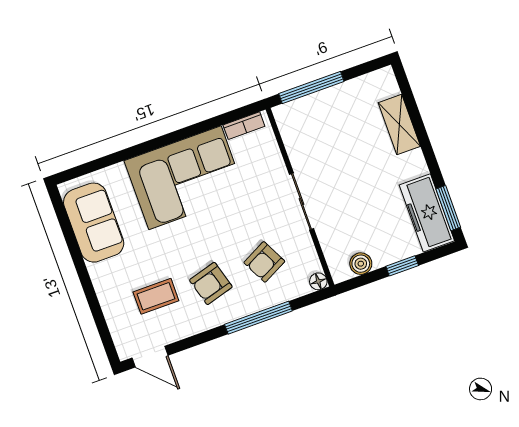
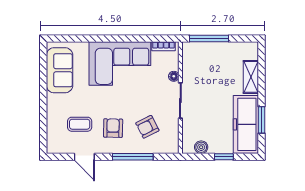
window: (448, 208) -> (261, 120), moved
freezer: (427, 213) -> (246, 124), width x1.36, depth x1.26
floor lamp: (318, 281) -> (174, 76), moved
armchair: (211, 283) -> (113, 128), turned 107
door: (150, 357) -> (84, 157), moved

